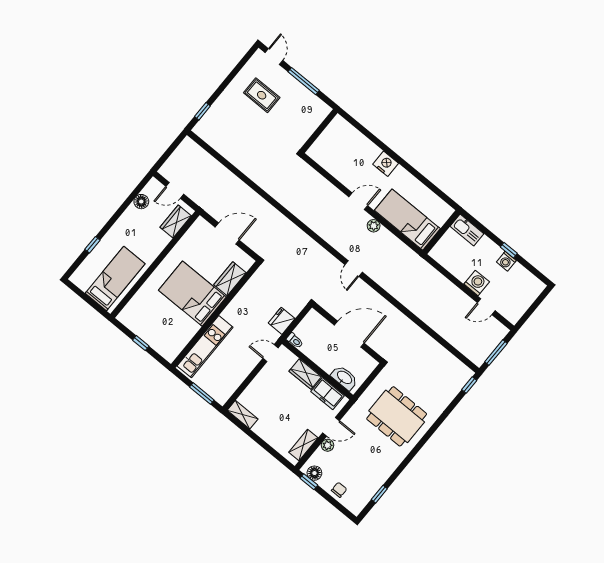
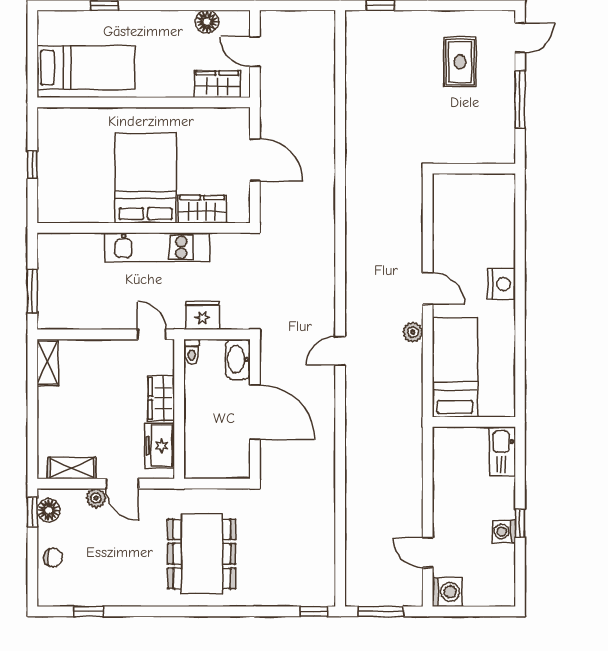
washing machine: (477, 283) -> (447, 592), moved
kitchen unit: (205, 347) -> (157, 247), moved
washbasin: (344, 378) -> (238, 359), moved, turned 180

